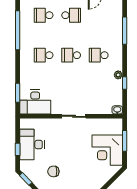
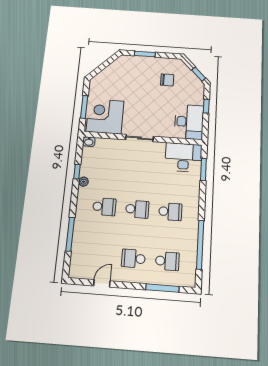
desk: (32, 145) -> (189, 122), moved
corner desk: (107, 150) -> (105, 116), moved, turned -90

